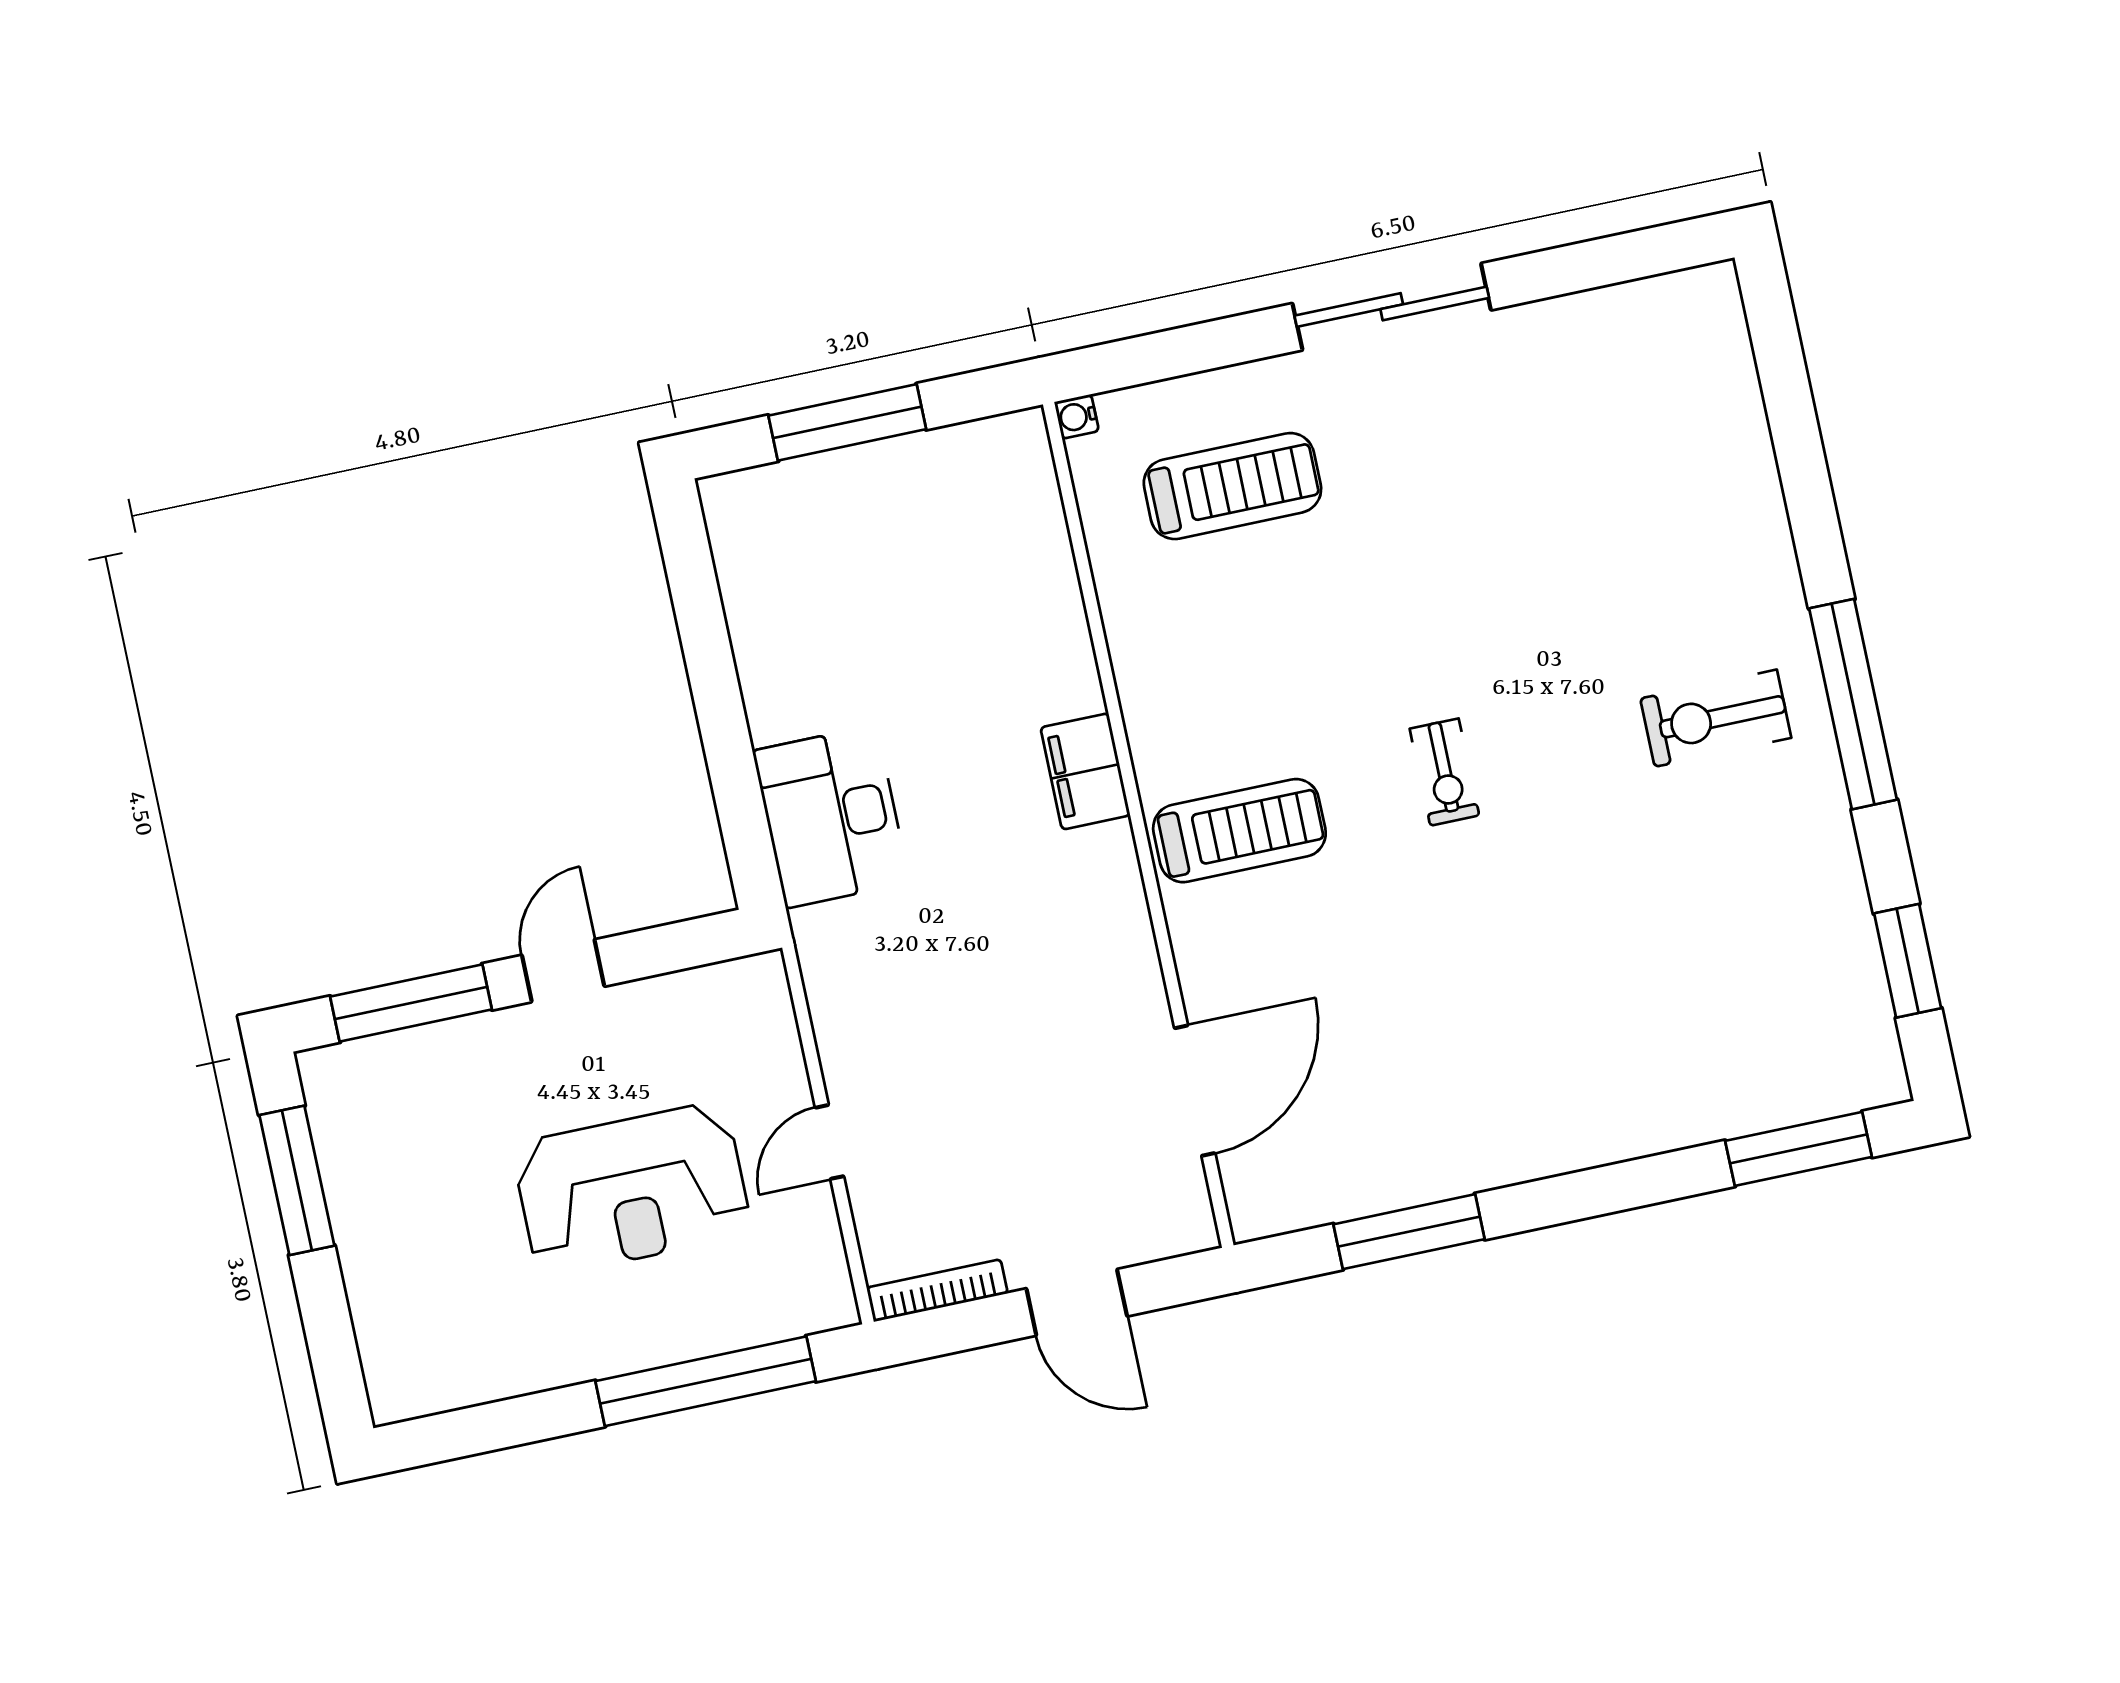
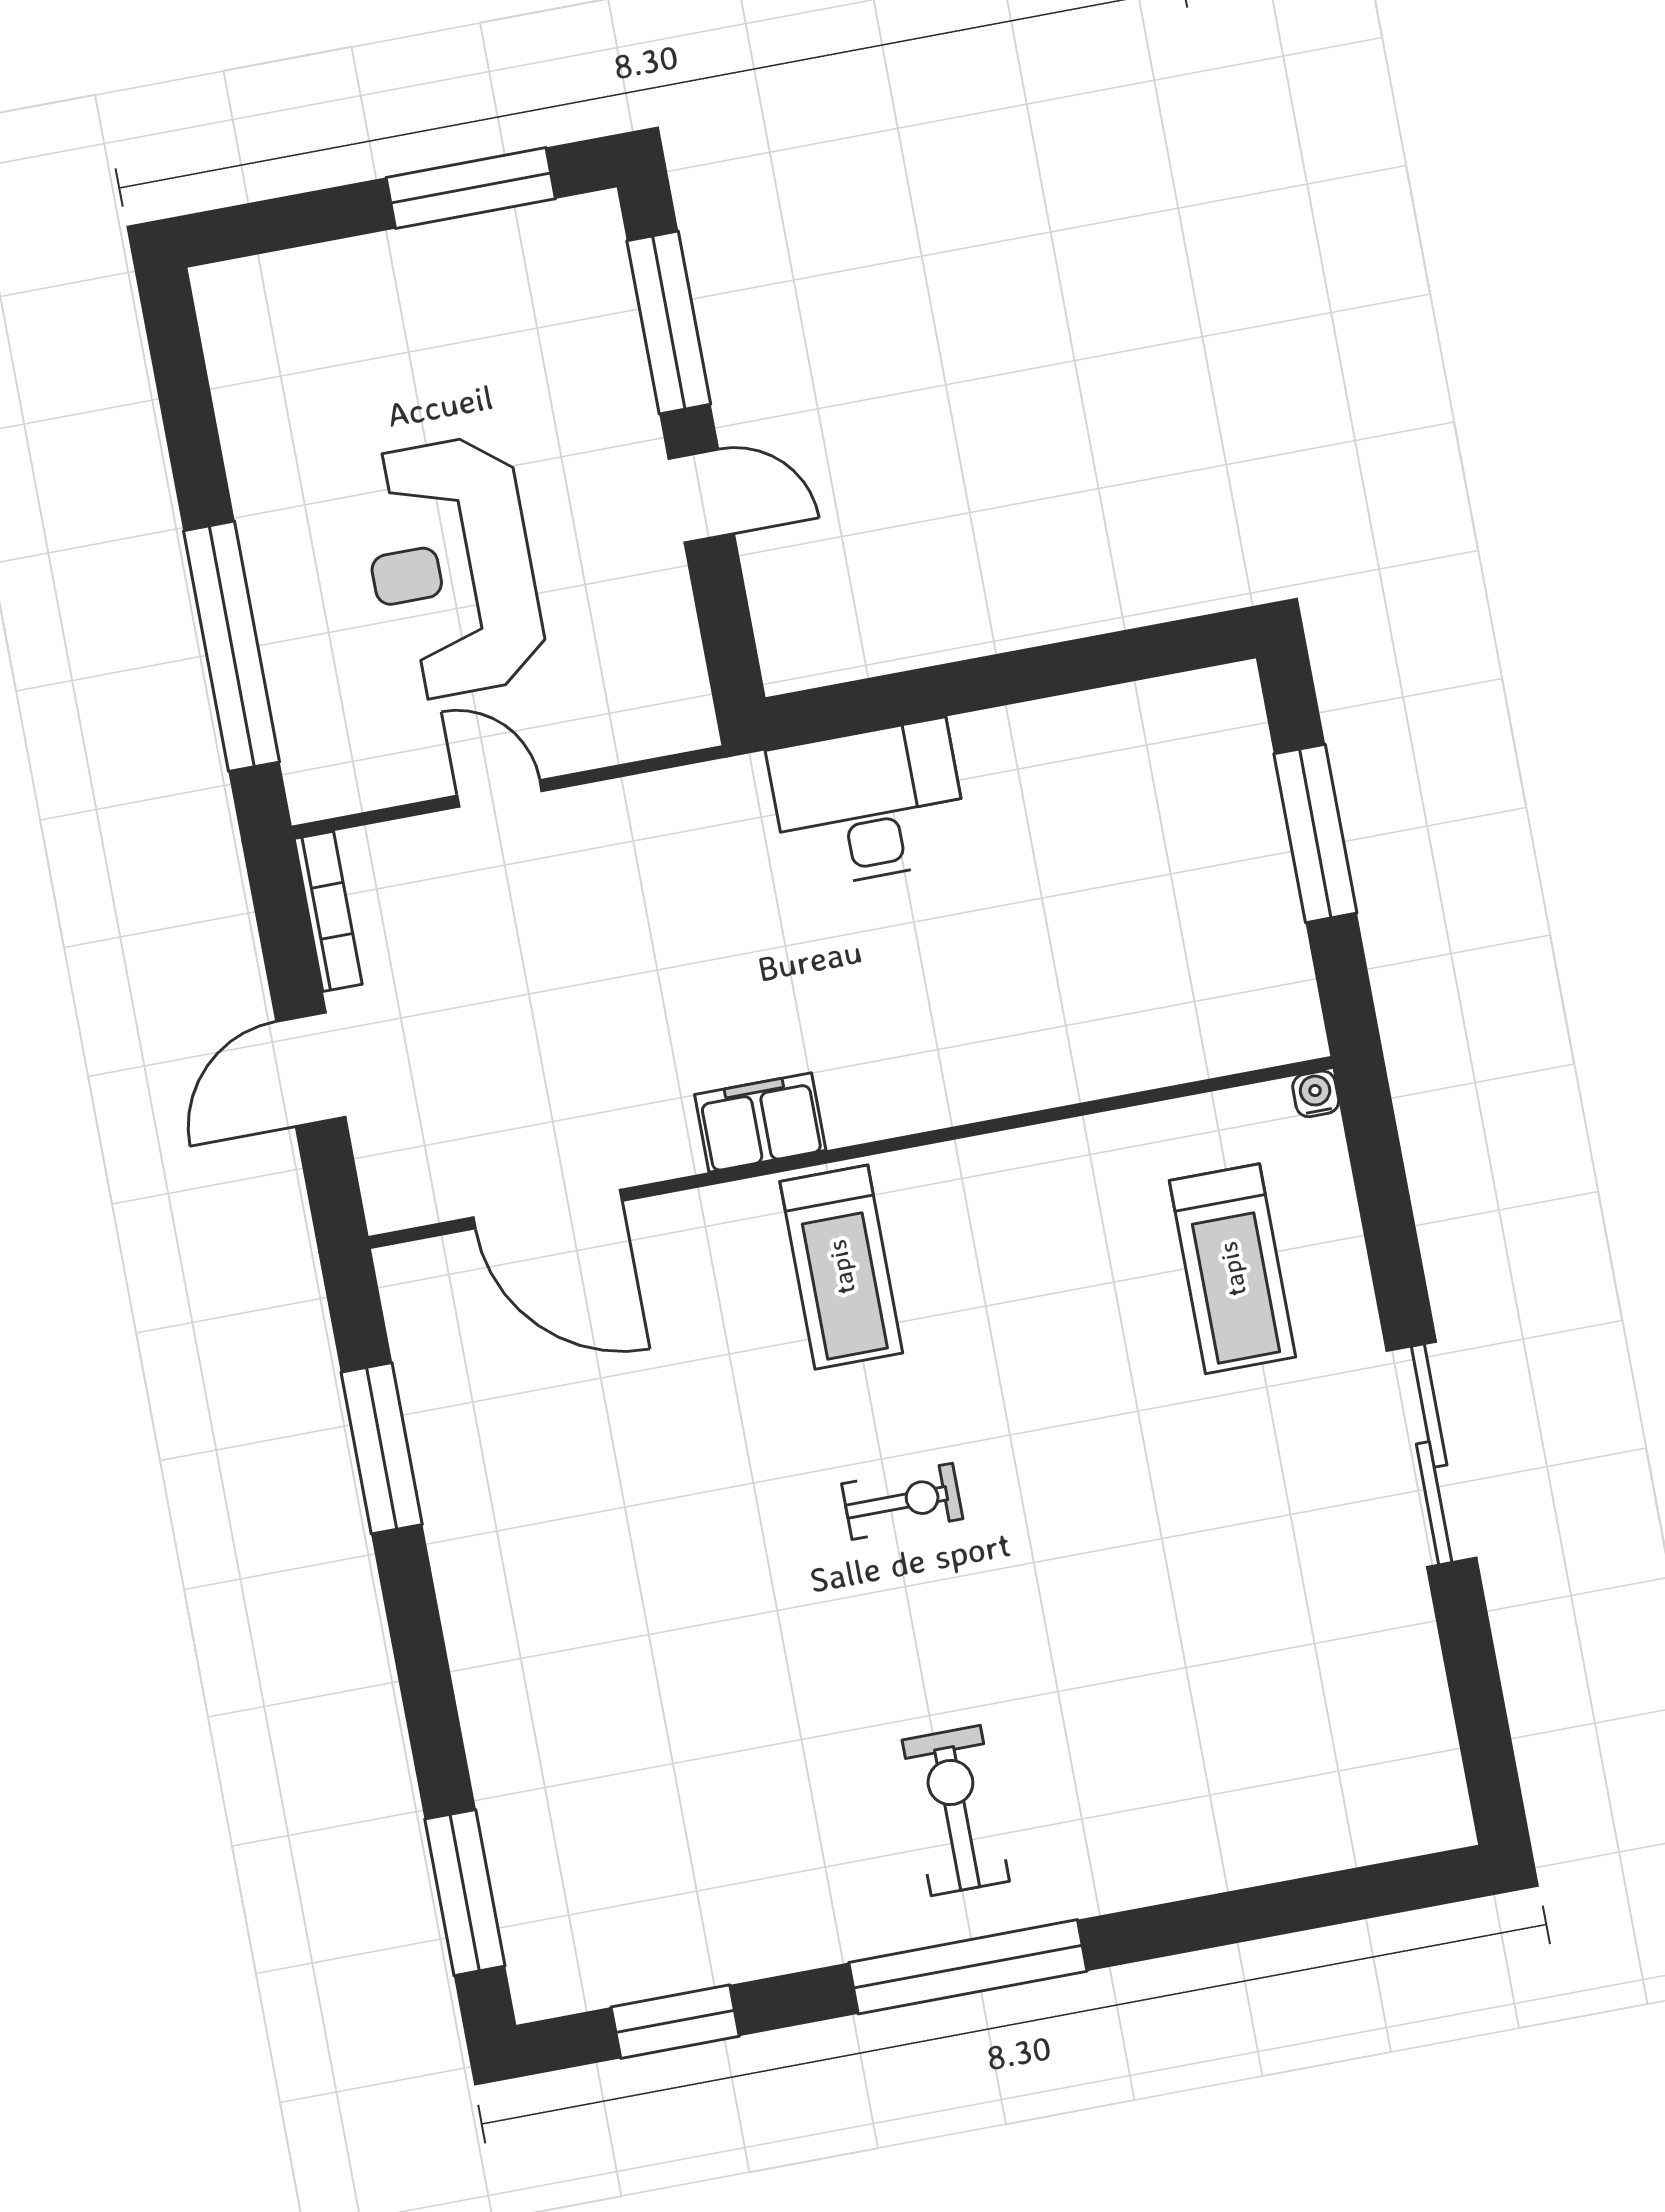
filing cabinet: (1085, 771) -> (760, 1122), moved
exercise bike: (1444, 772) -> (902, 1501), turned 180

